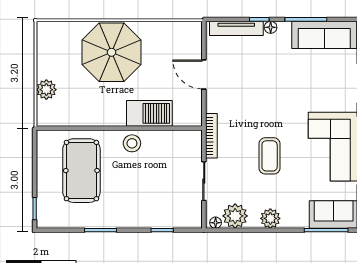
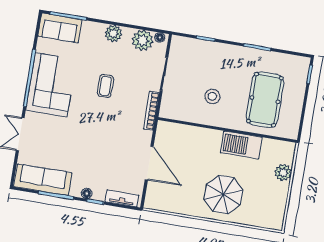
tv unit: (236, 28) -> (122, 198), width x0.71
parasol: (112, 52) -> (223, 195), width x0.73, depth x0.73
door: (204, 74) -> (149, 163), width x1.36
barbecue: (149, 113) -> (241, 145), moved
stool: (132, 143) -> (212, 96), moved
coffee table: (270, 156) -> (105, 86), width x0.73, depth x0.77

